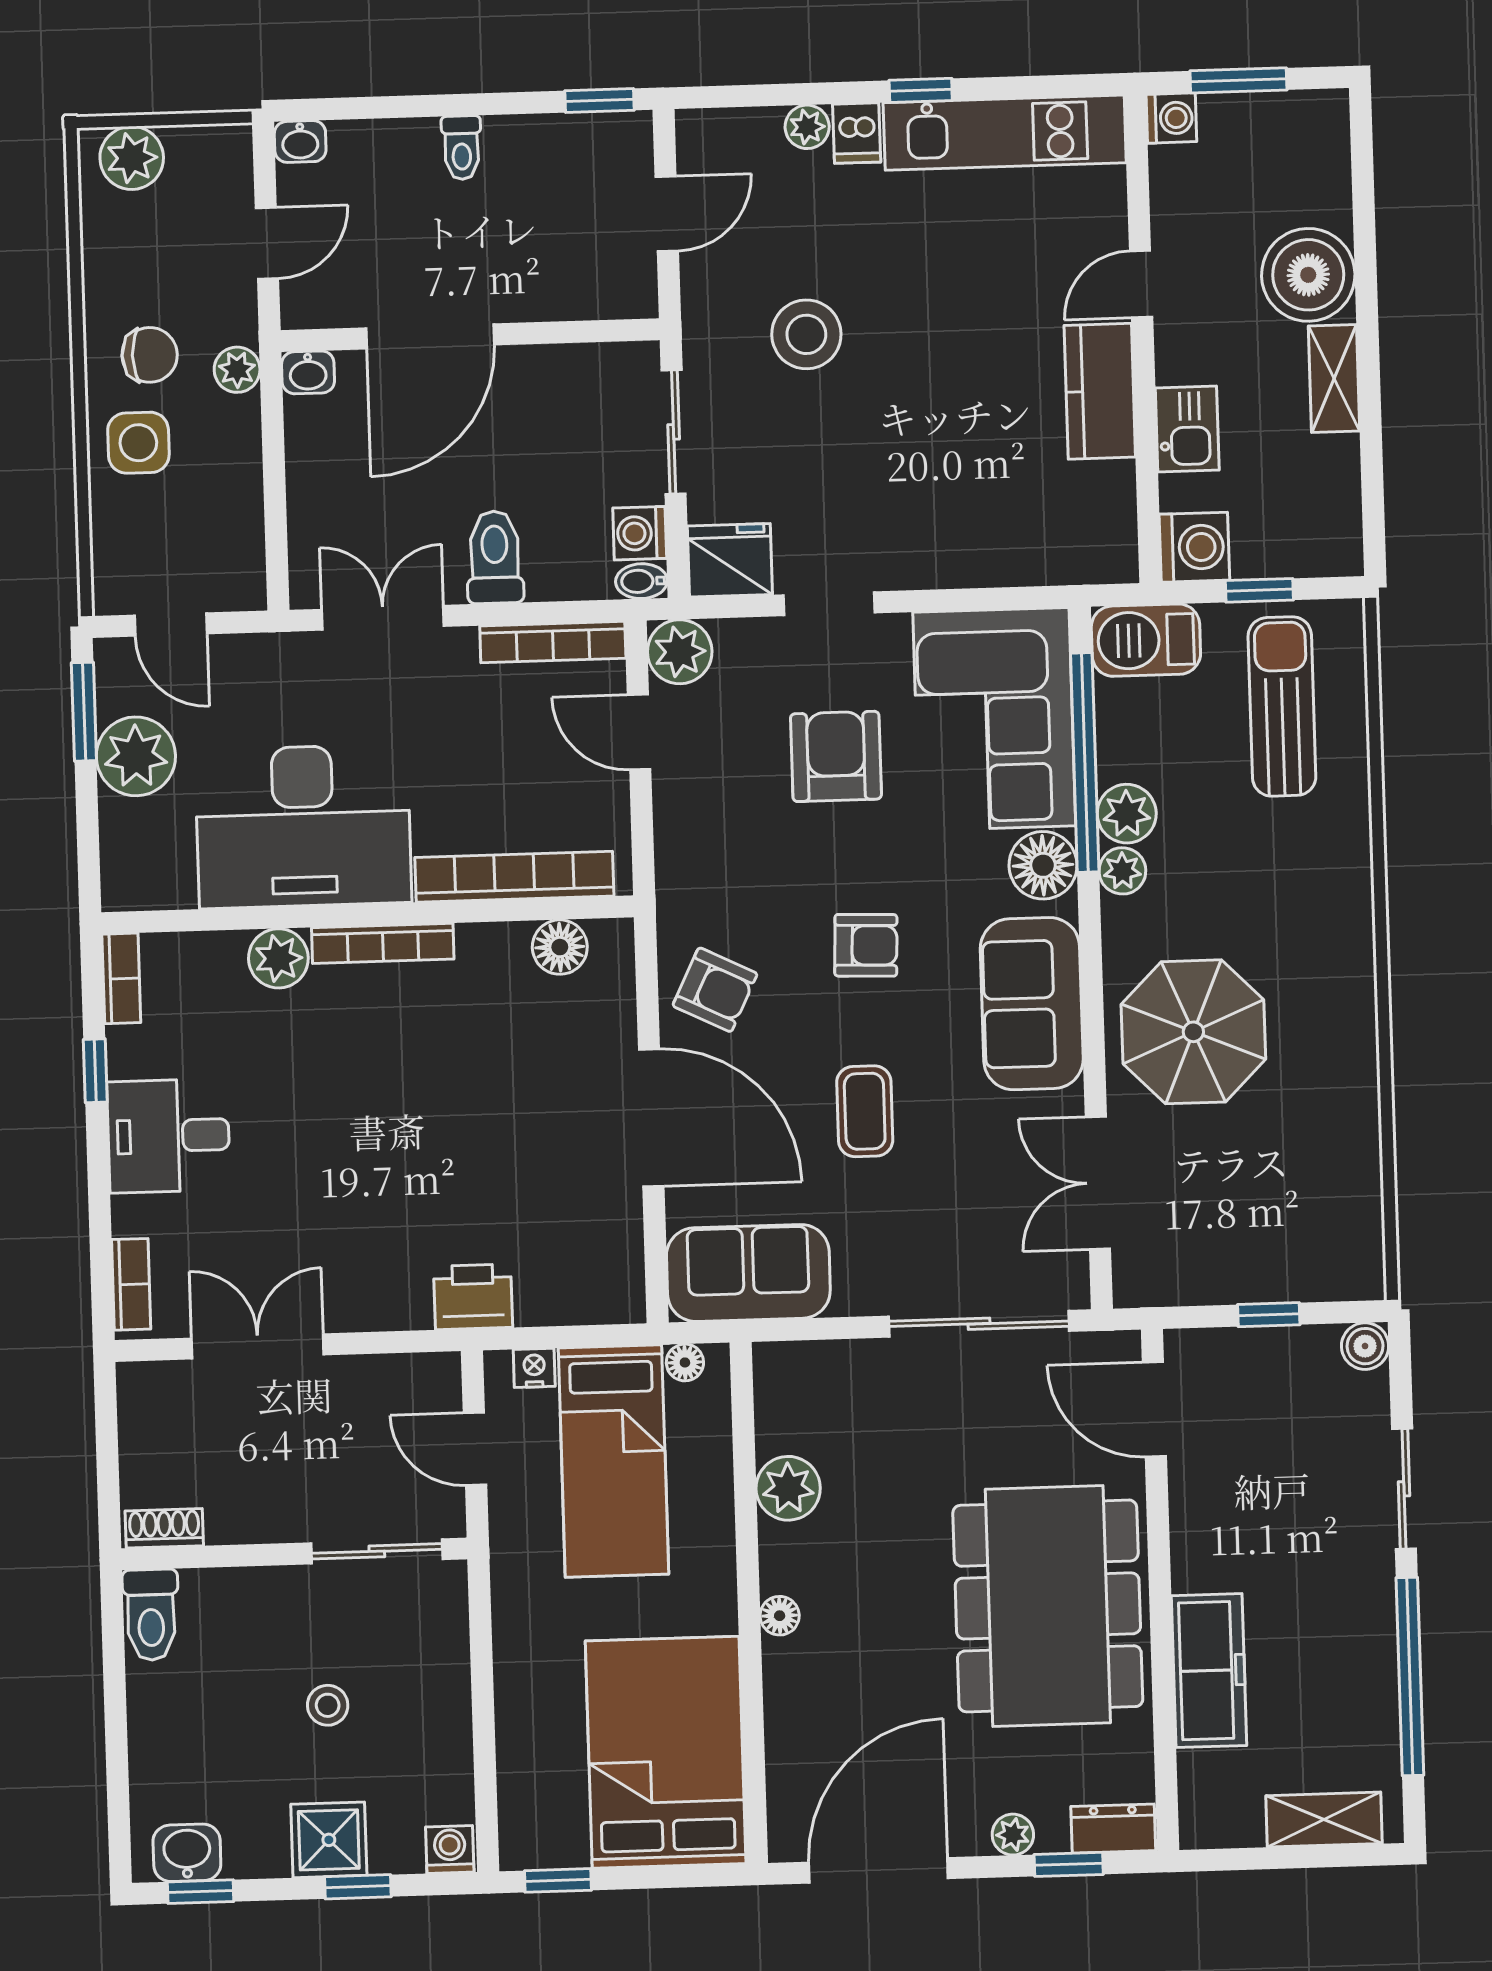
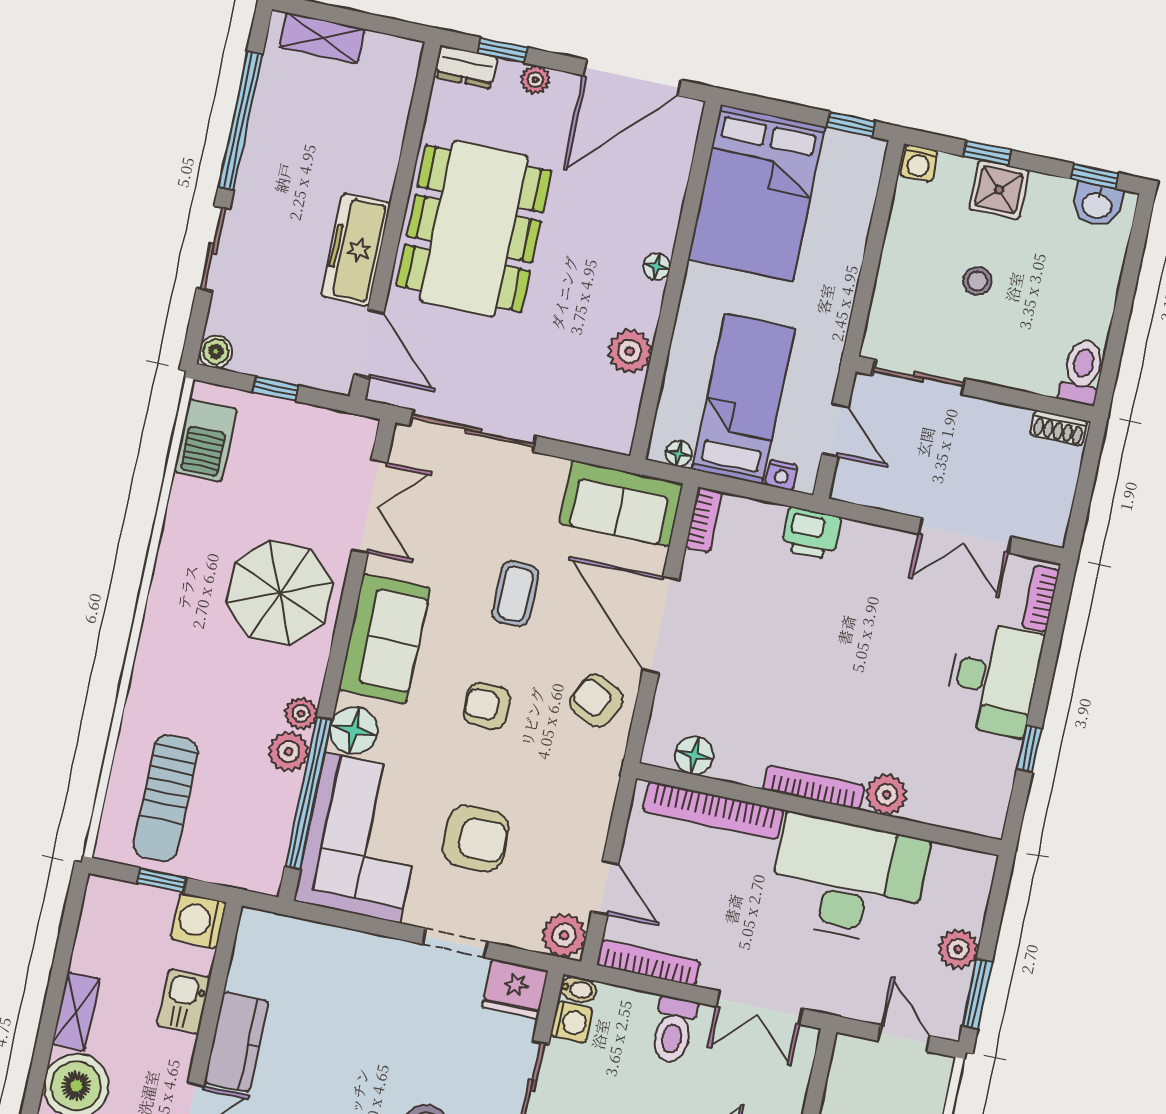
barbecue: (1146, 640) -> (205, 440), moved, turned 90
plant: (136, 756) -> (958, 949), width x0.73, depth x0.73
armchair: (836, 756) -> (476, 839), turned -90
bookcase: (121, 978) -> (704, 520), moved, turned 180
desk: (168, 1136) -> (993, 679), width x1.37
freezer: (1209, 1671) -> (356, 250), moved

